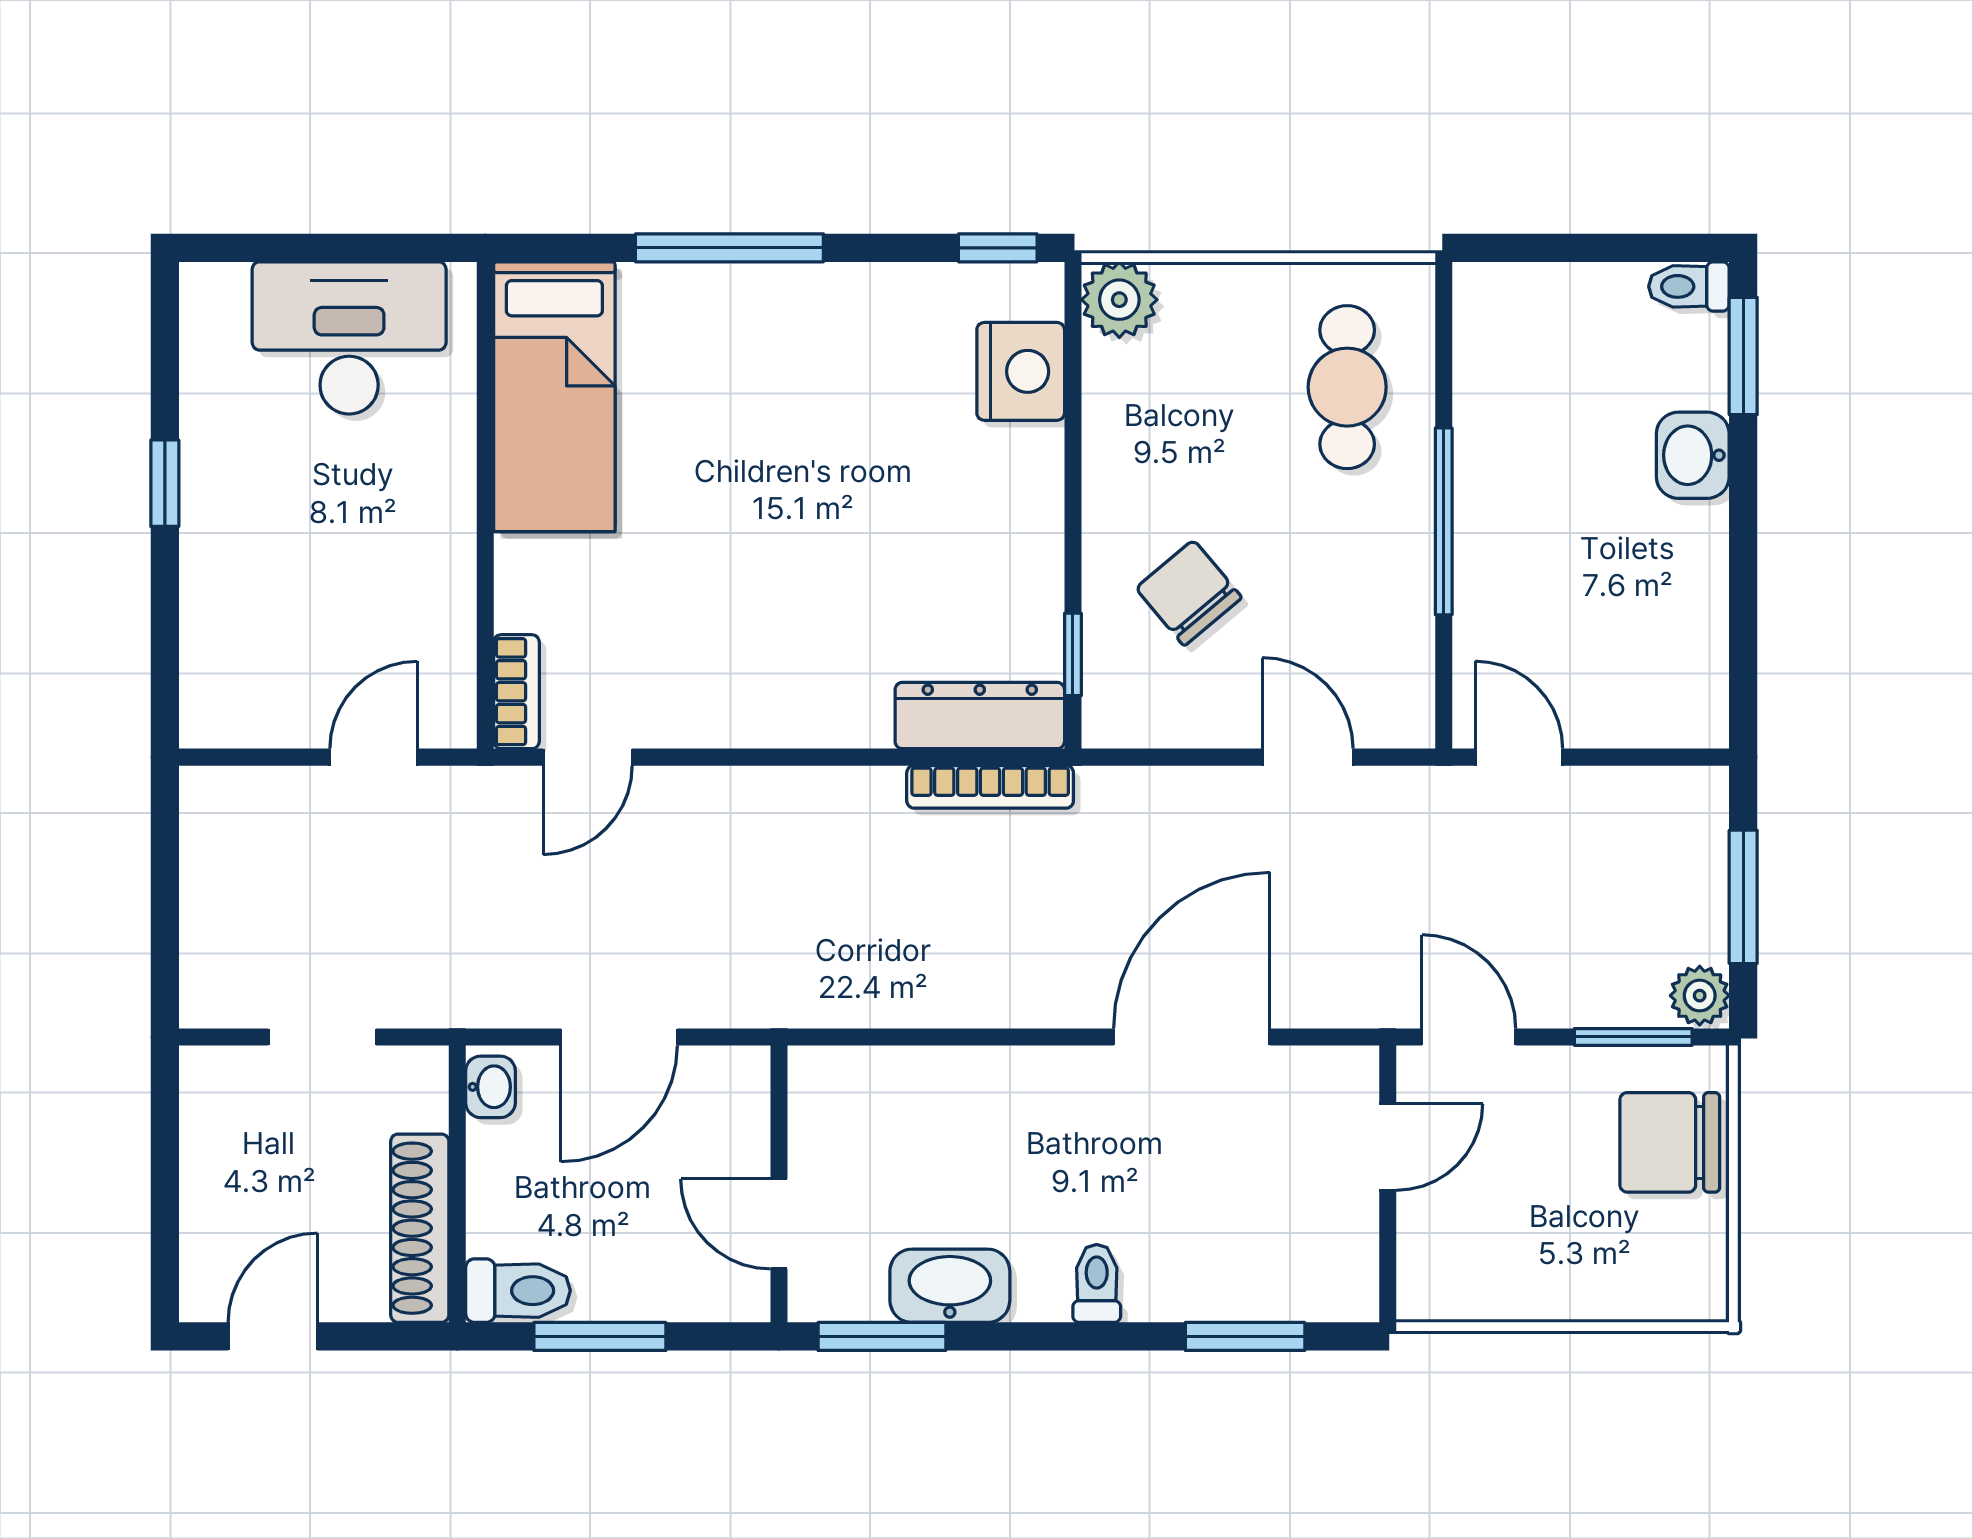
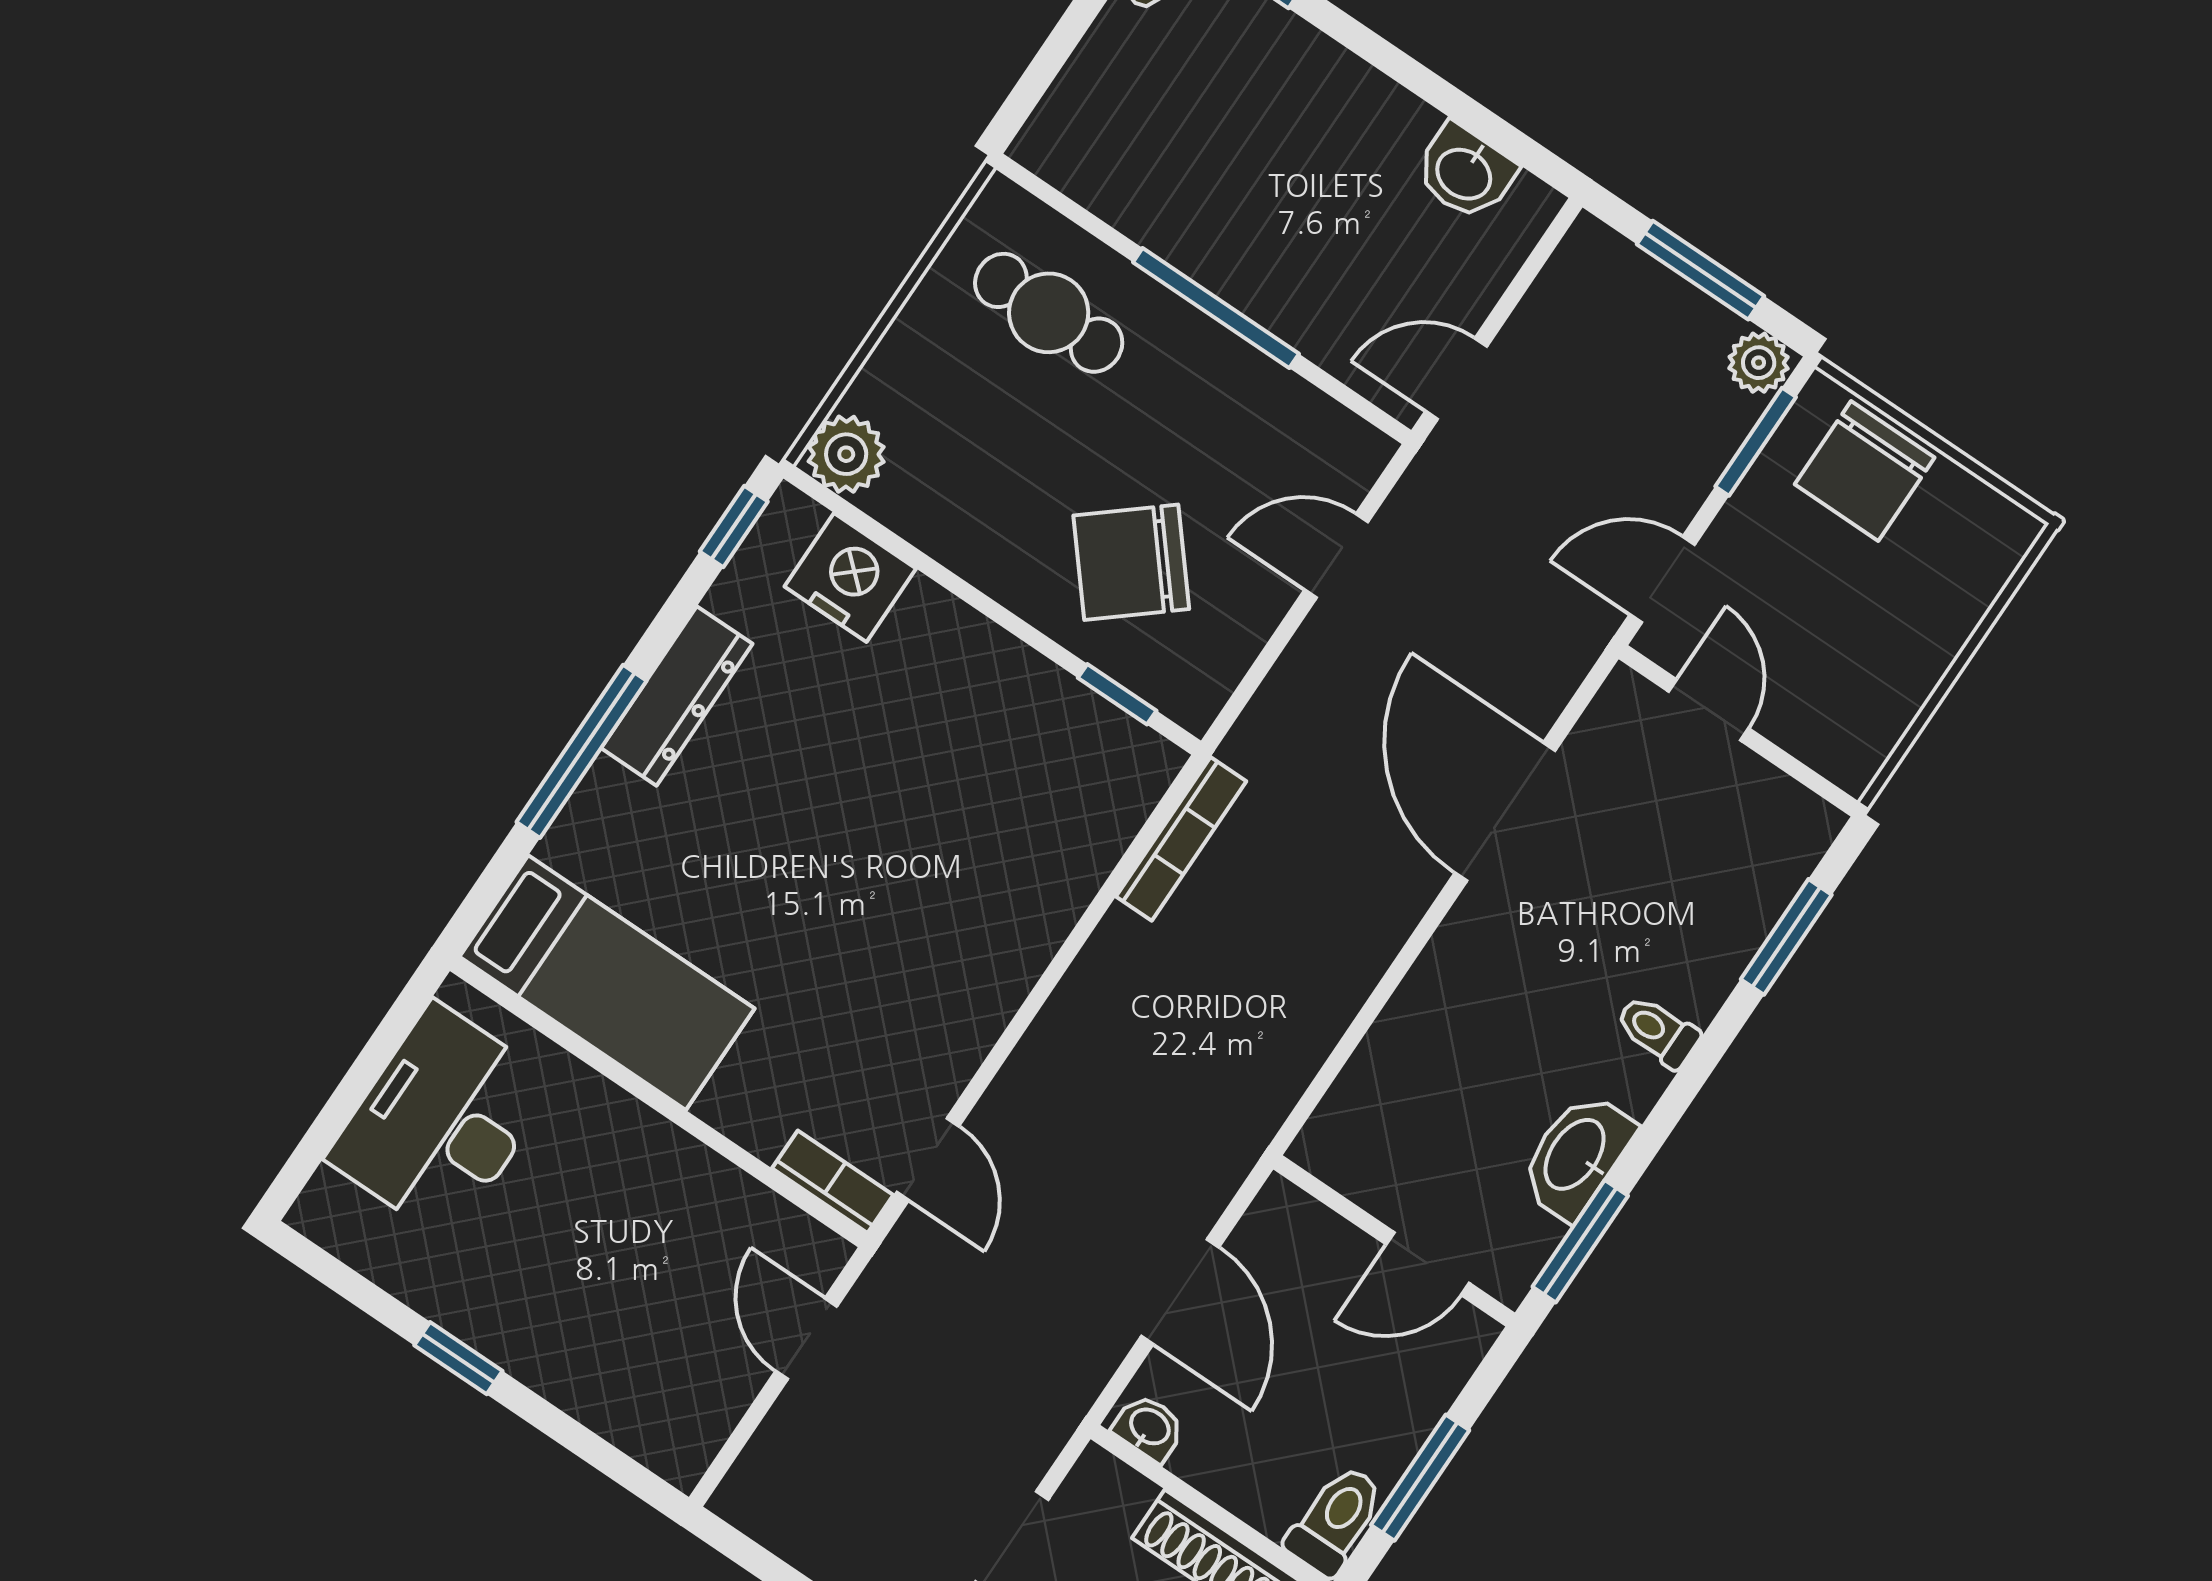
washbasin: (1693, 455) -> (1465, 172), moved
chair: (1189, 593) -> (1131, 562), width x1.37, depth x1.37
dresser: (980, 716) -> (677, 696), moved, turned 180

